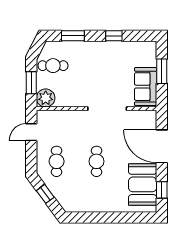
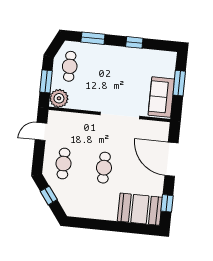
cafe table: (53, 66) -> (70, 66), turned 90
booth: (143, 184) -> (140, 209), moved, turned 90

